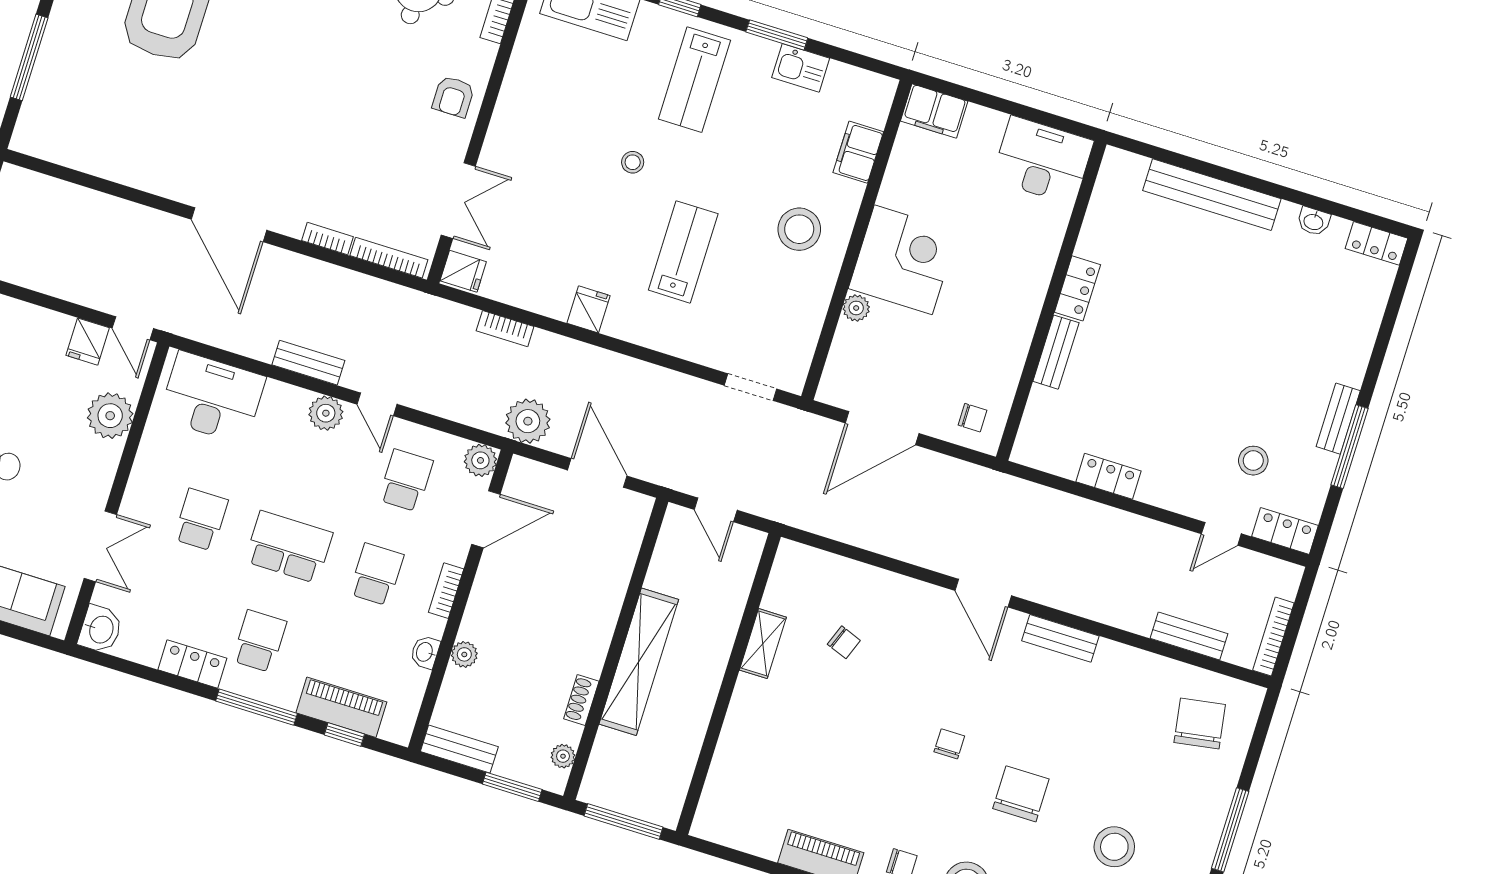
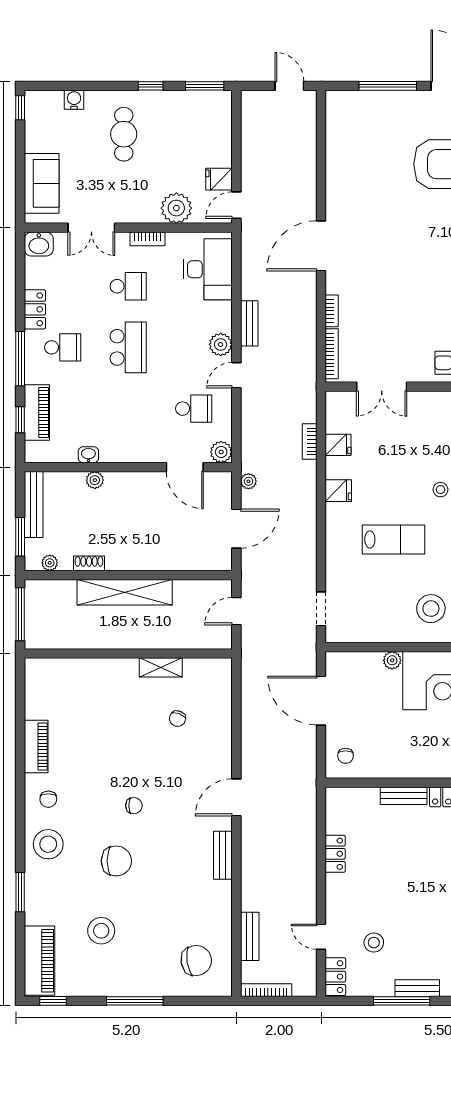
fridge: (463, 271) -> (338, 445), moved, turned -90
plant: (528, 421) -> (248, 481), width x0.53, depth x0.53
school desk: (377, 574) -> (128, 409), removed
bookcase: (446, 591) -> (148, 239), moved, turned 180
bench: (459, 749) -> (34, 504), width x1.36

